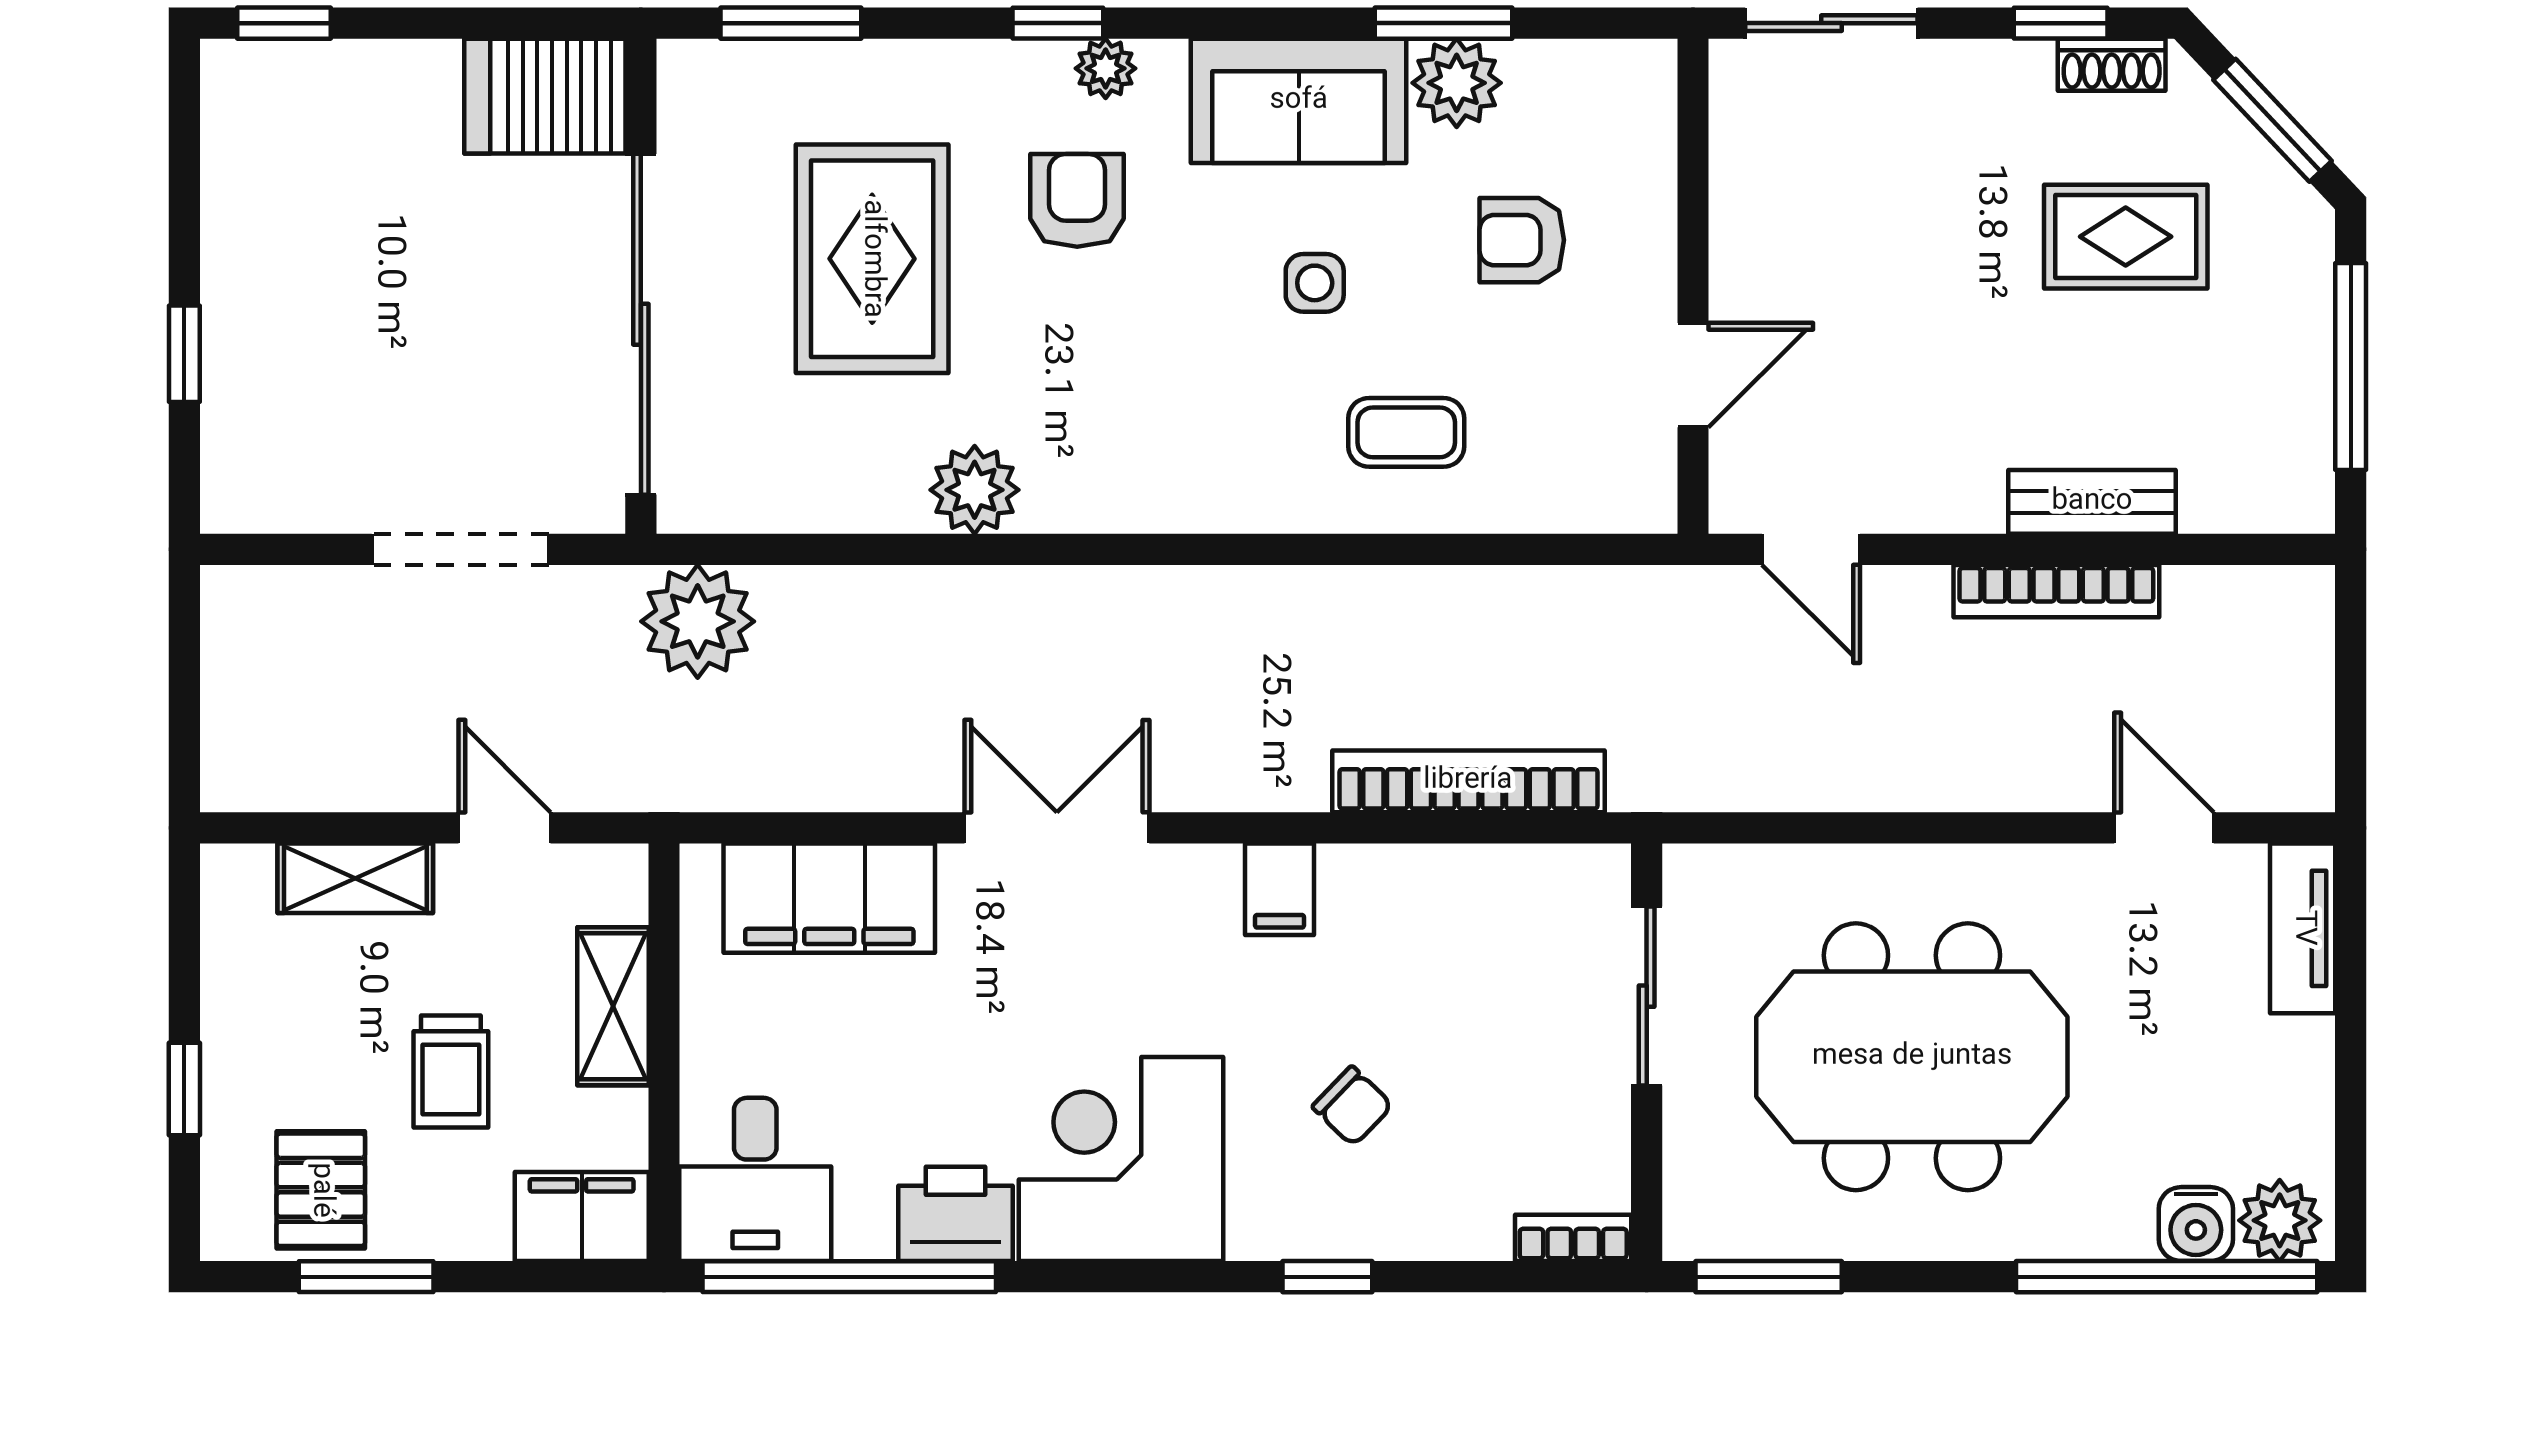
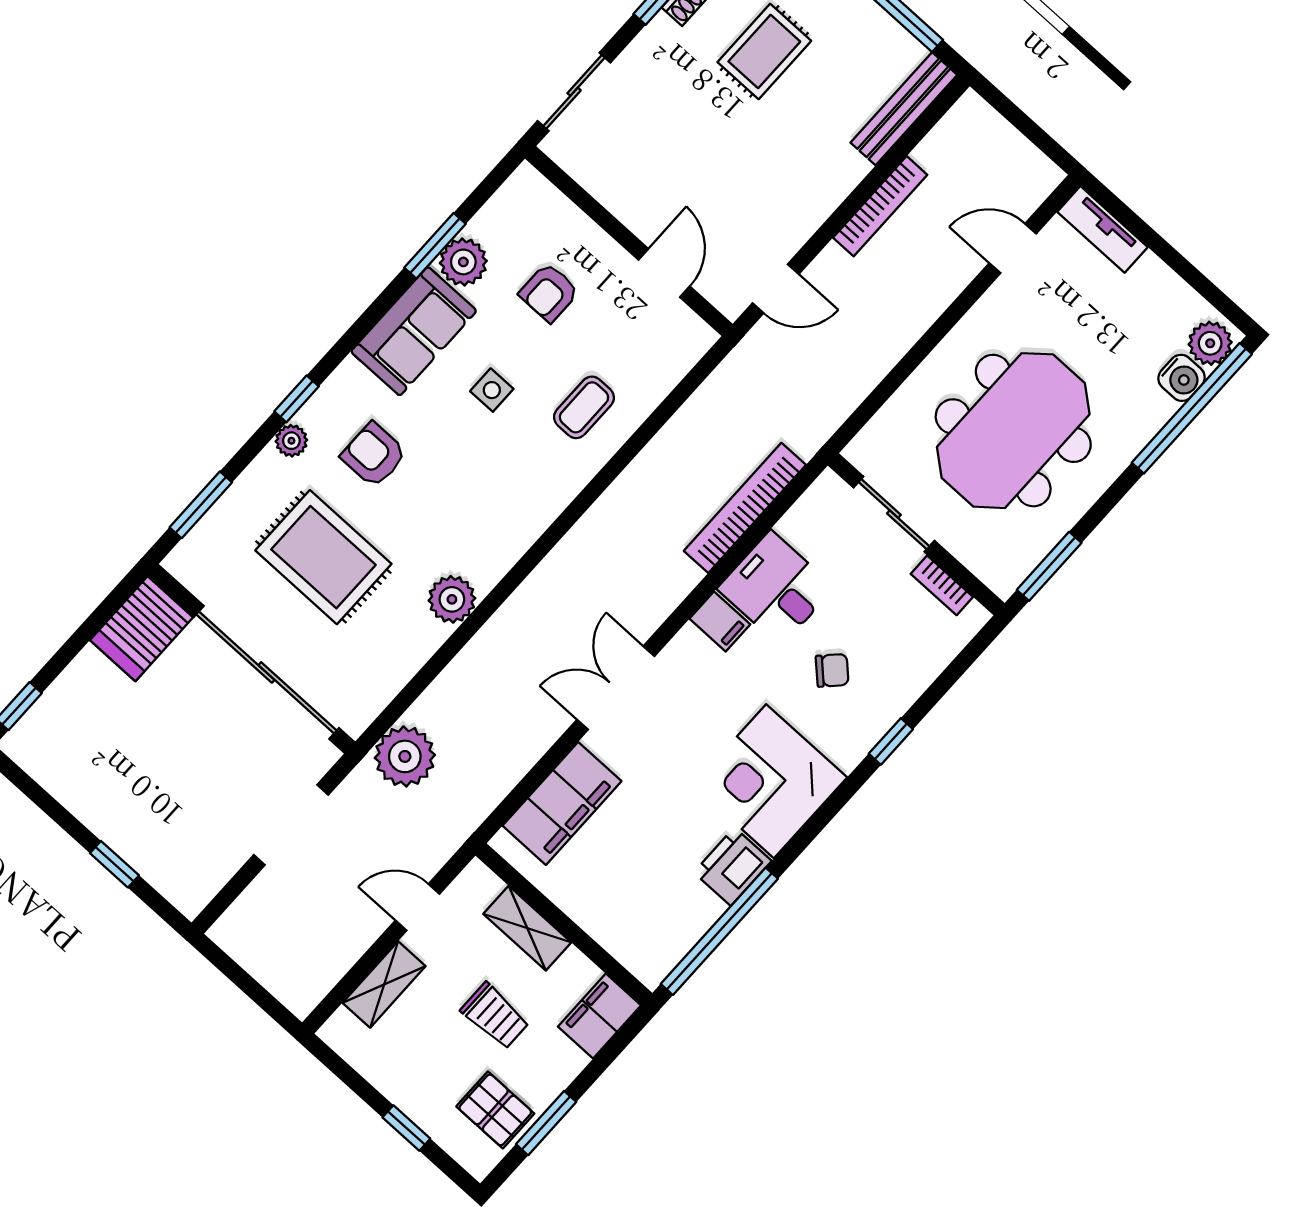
plant: (1106, 68) -> (291, 441), moved
bench: (2092, 502) -> (904, 109), moved, width x1.36
desk: (755, 1179) -> (776, 588), moved, turned 180
bookcase: (1573, 1238) -> (942, 585), moved, turned -90

